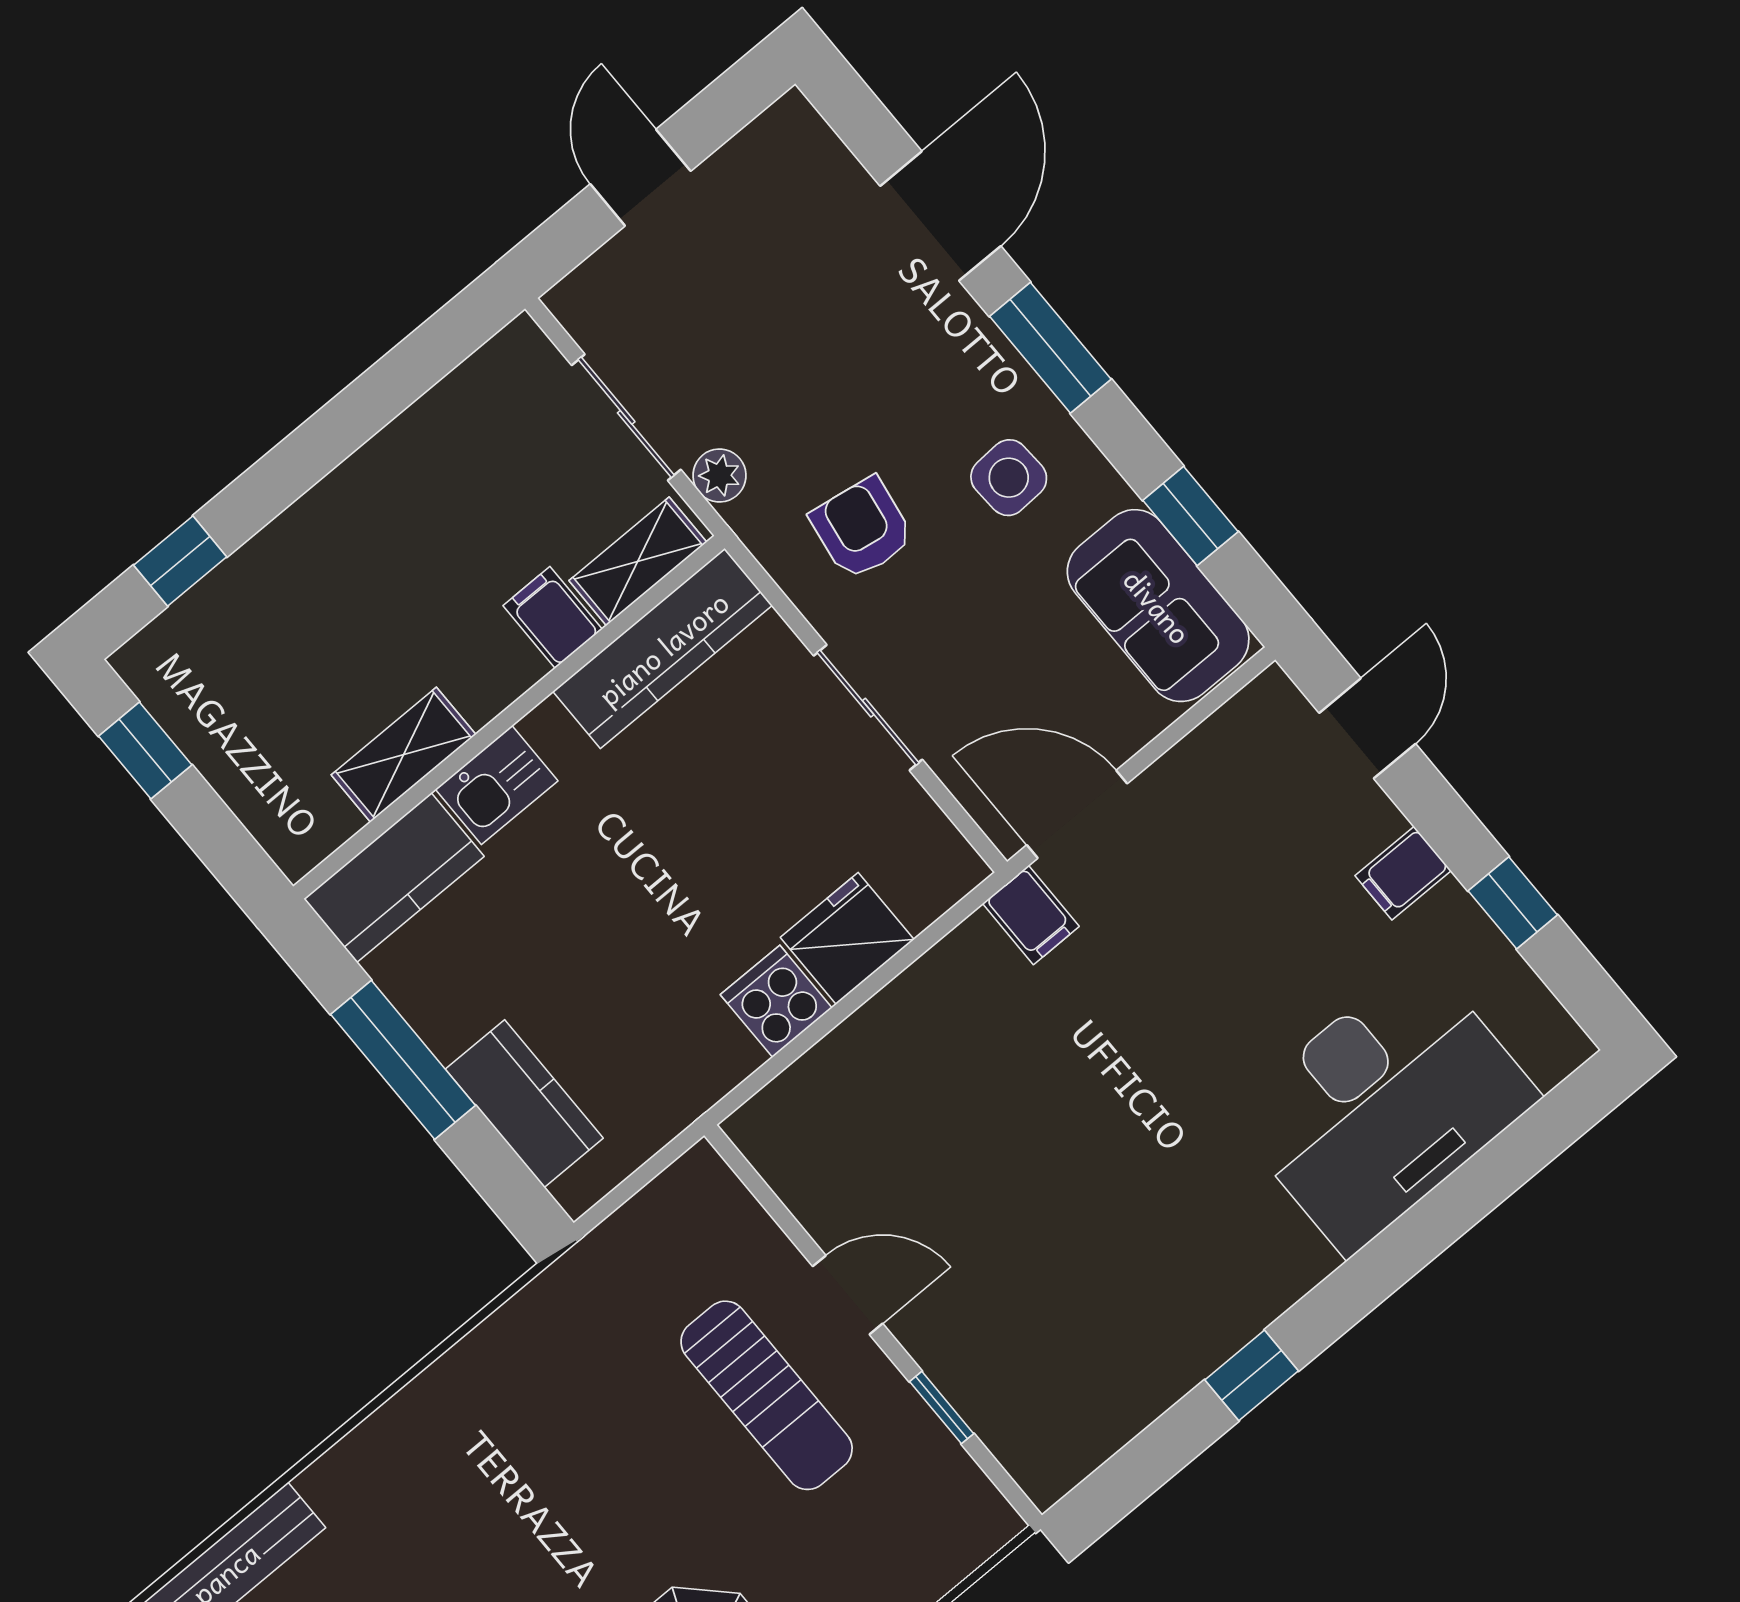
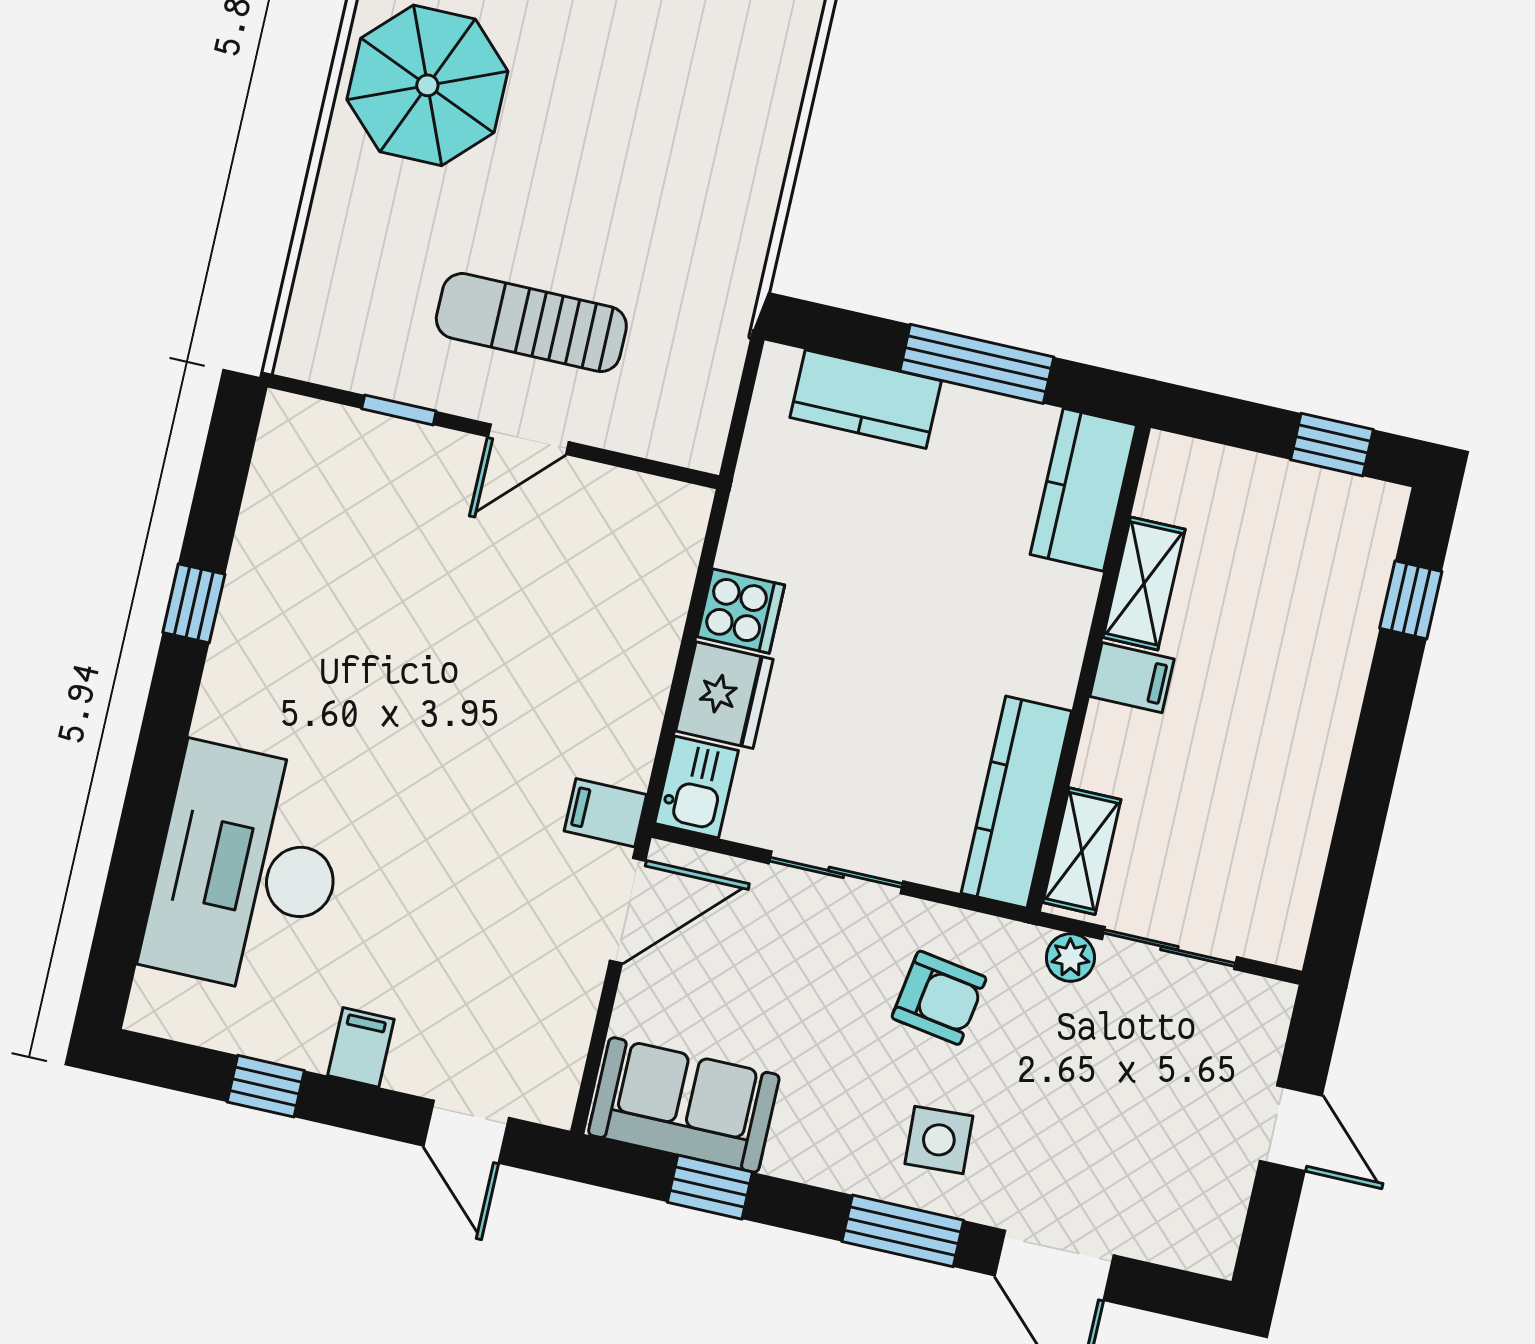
side table: (1009, 478) -> (939, 1140), moved
filing cabinet: (553, 617) -> (1132, 678), moved
kitchen sink: (497, 785) -> (696, 787), moved, turned 180

